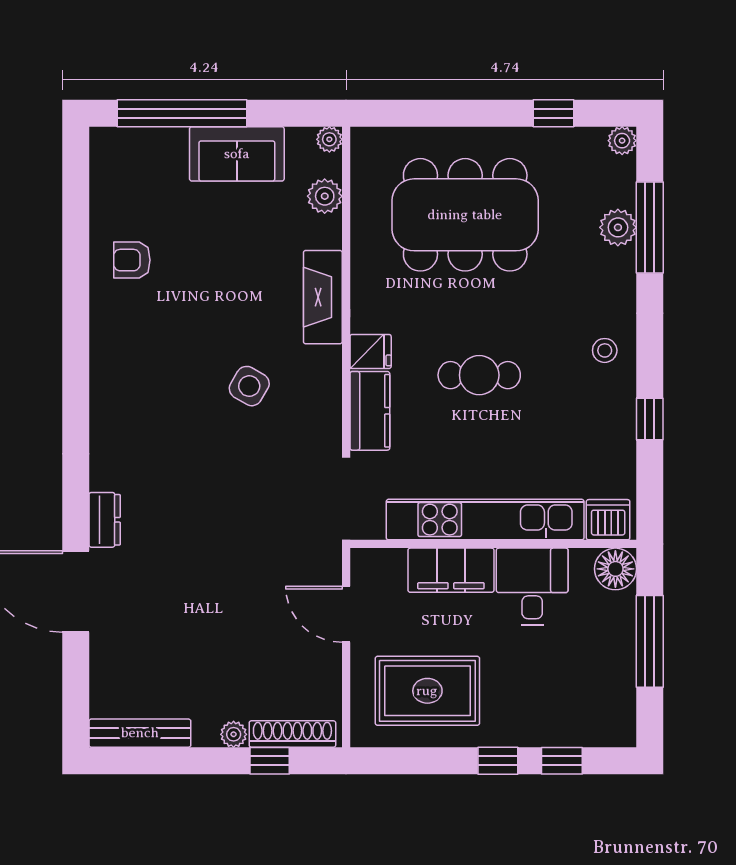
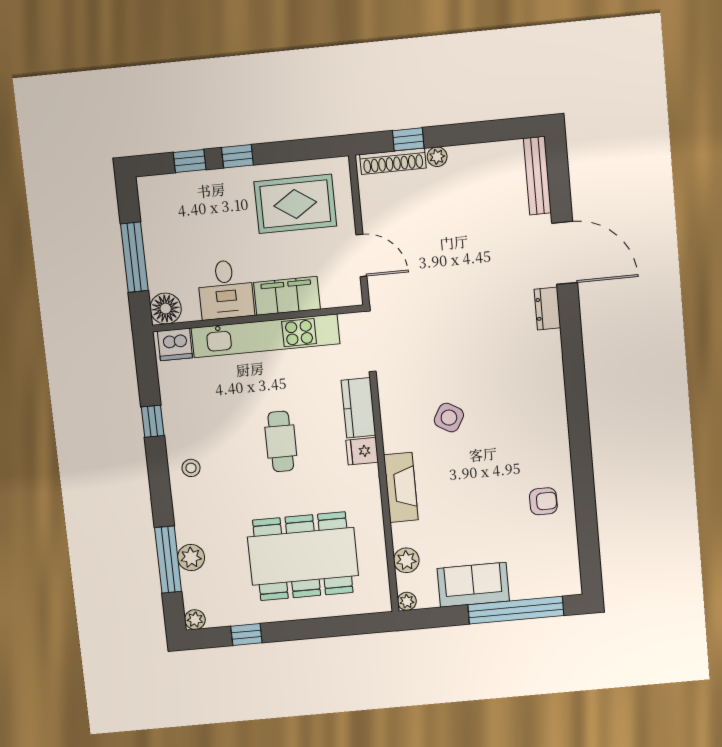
cafe table: (479, 375) -> (281, 441), turned 90
bench: (140, 733) -> (537, 176), moved, turned 90

